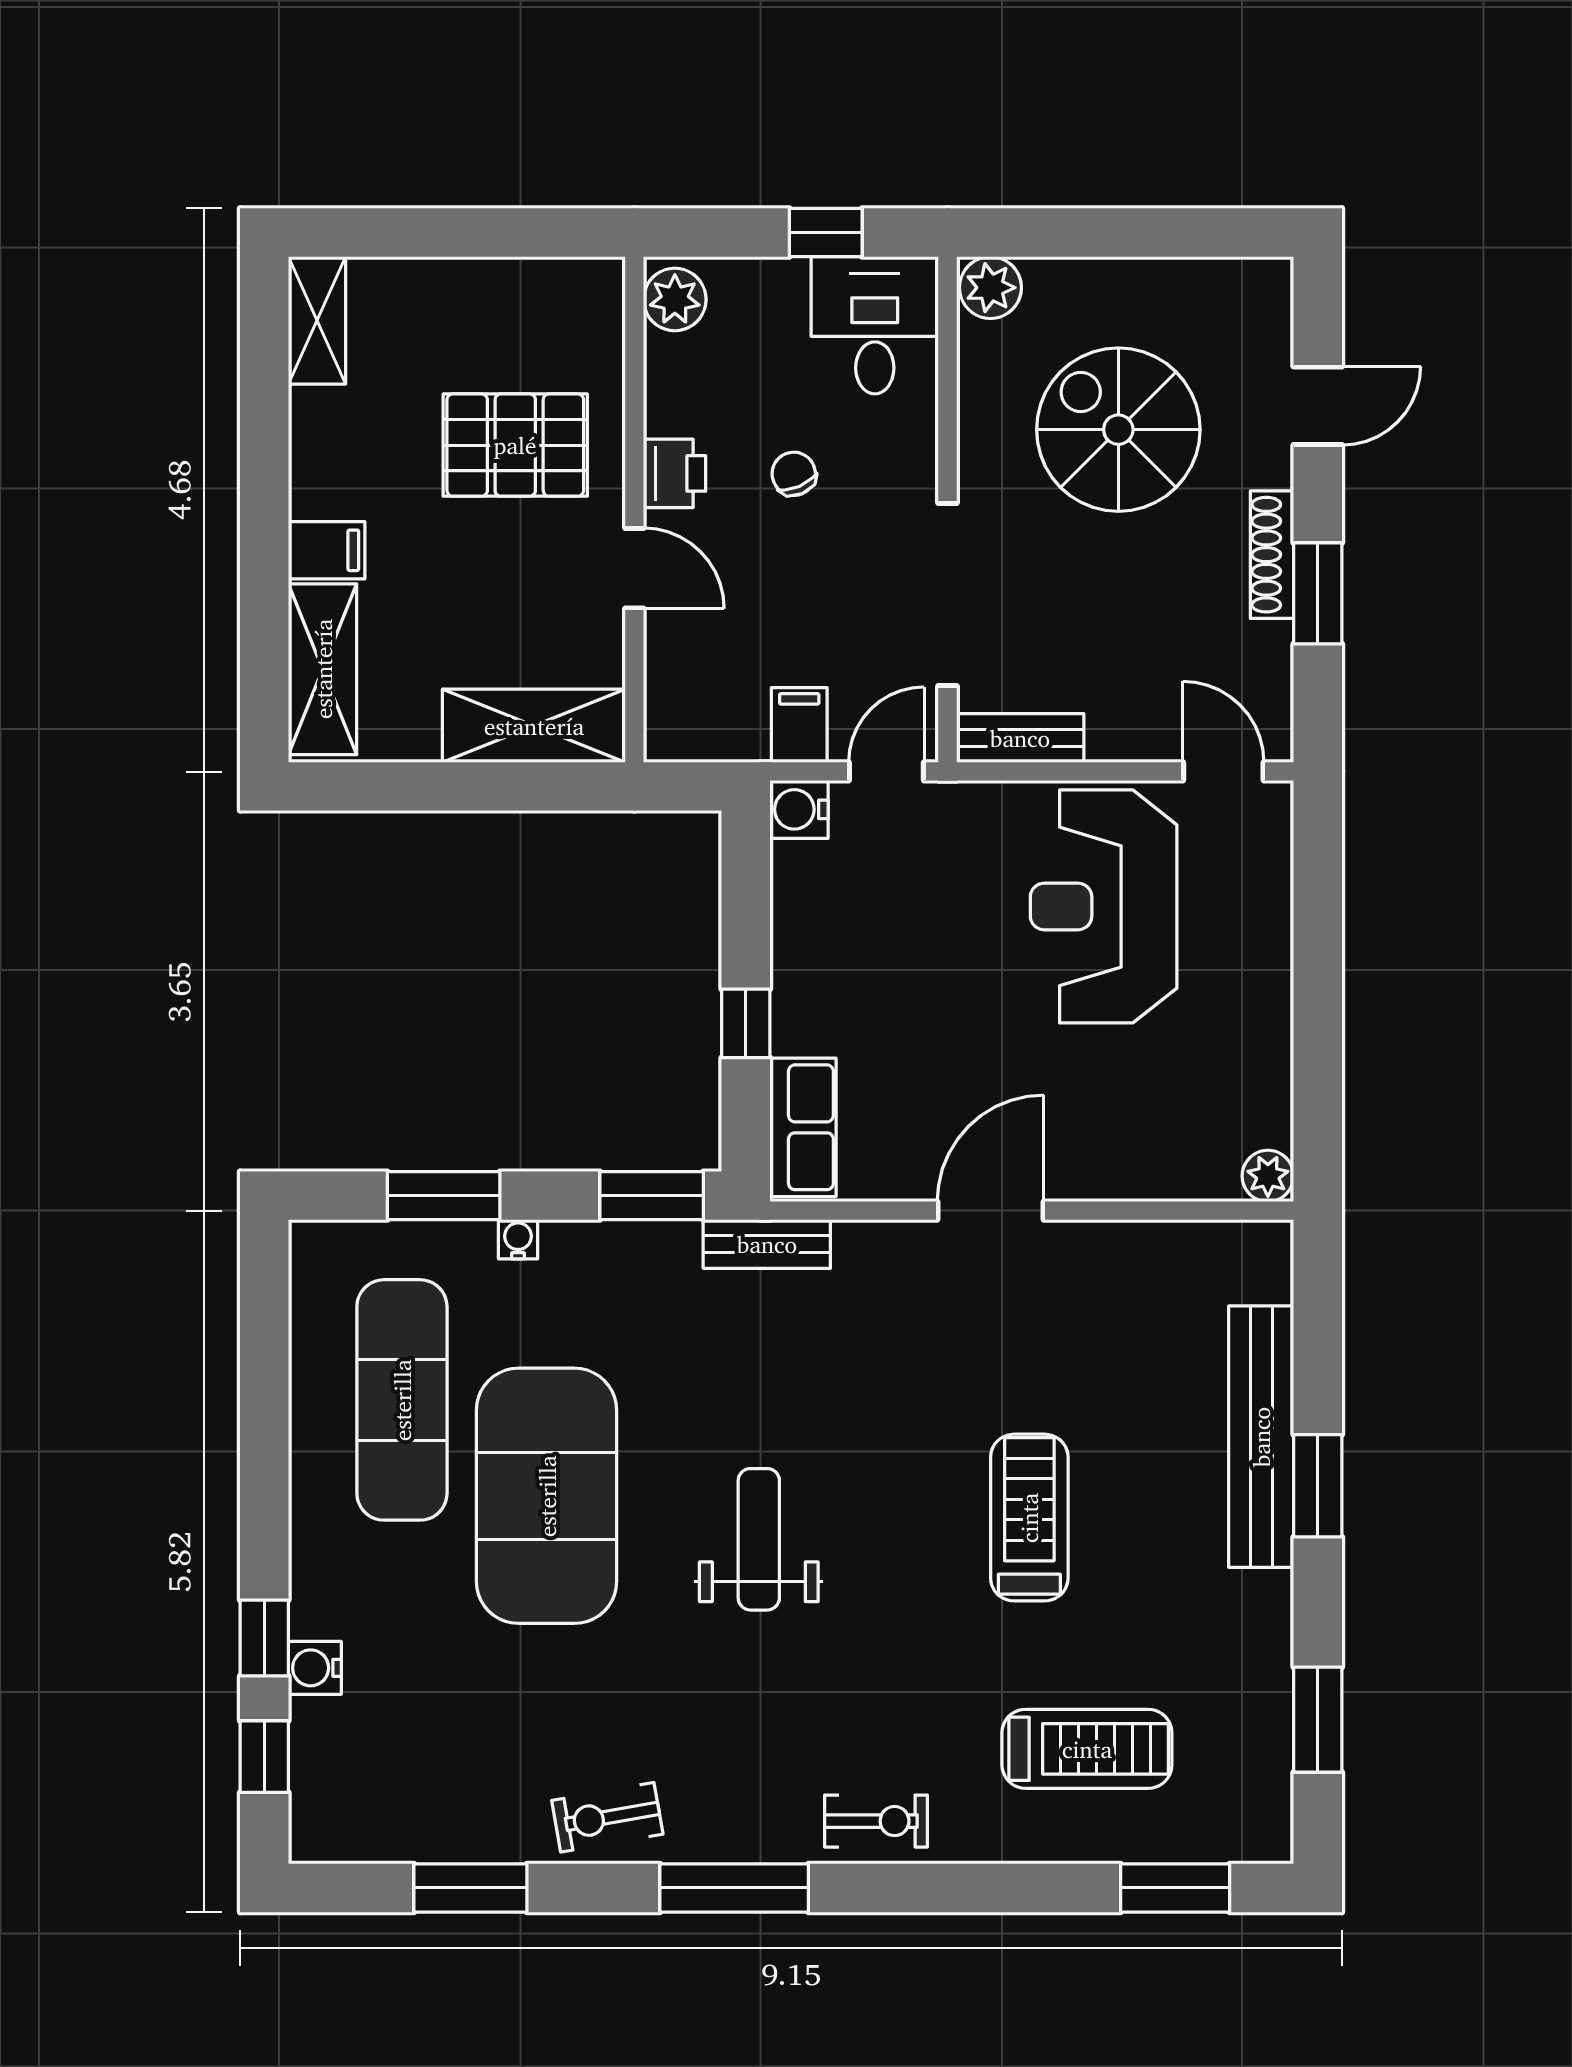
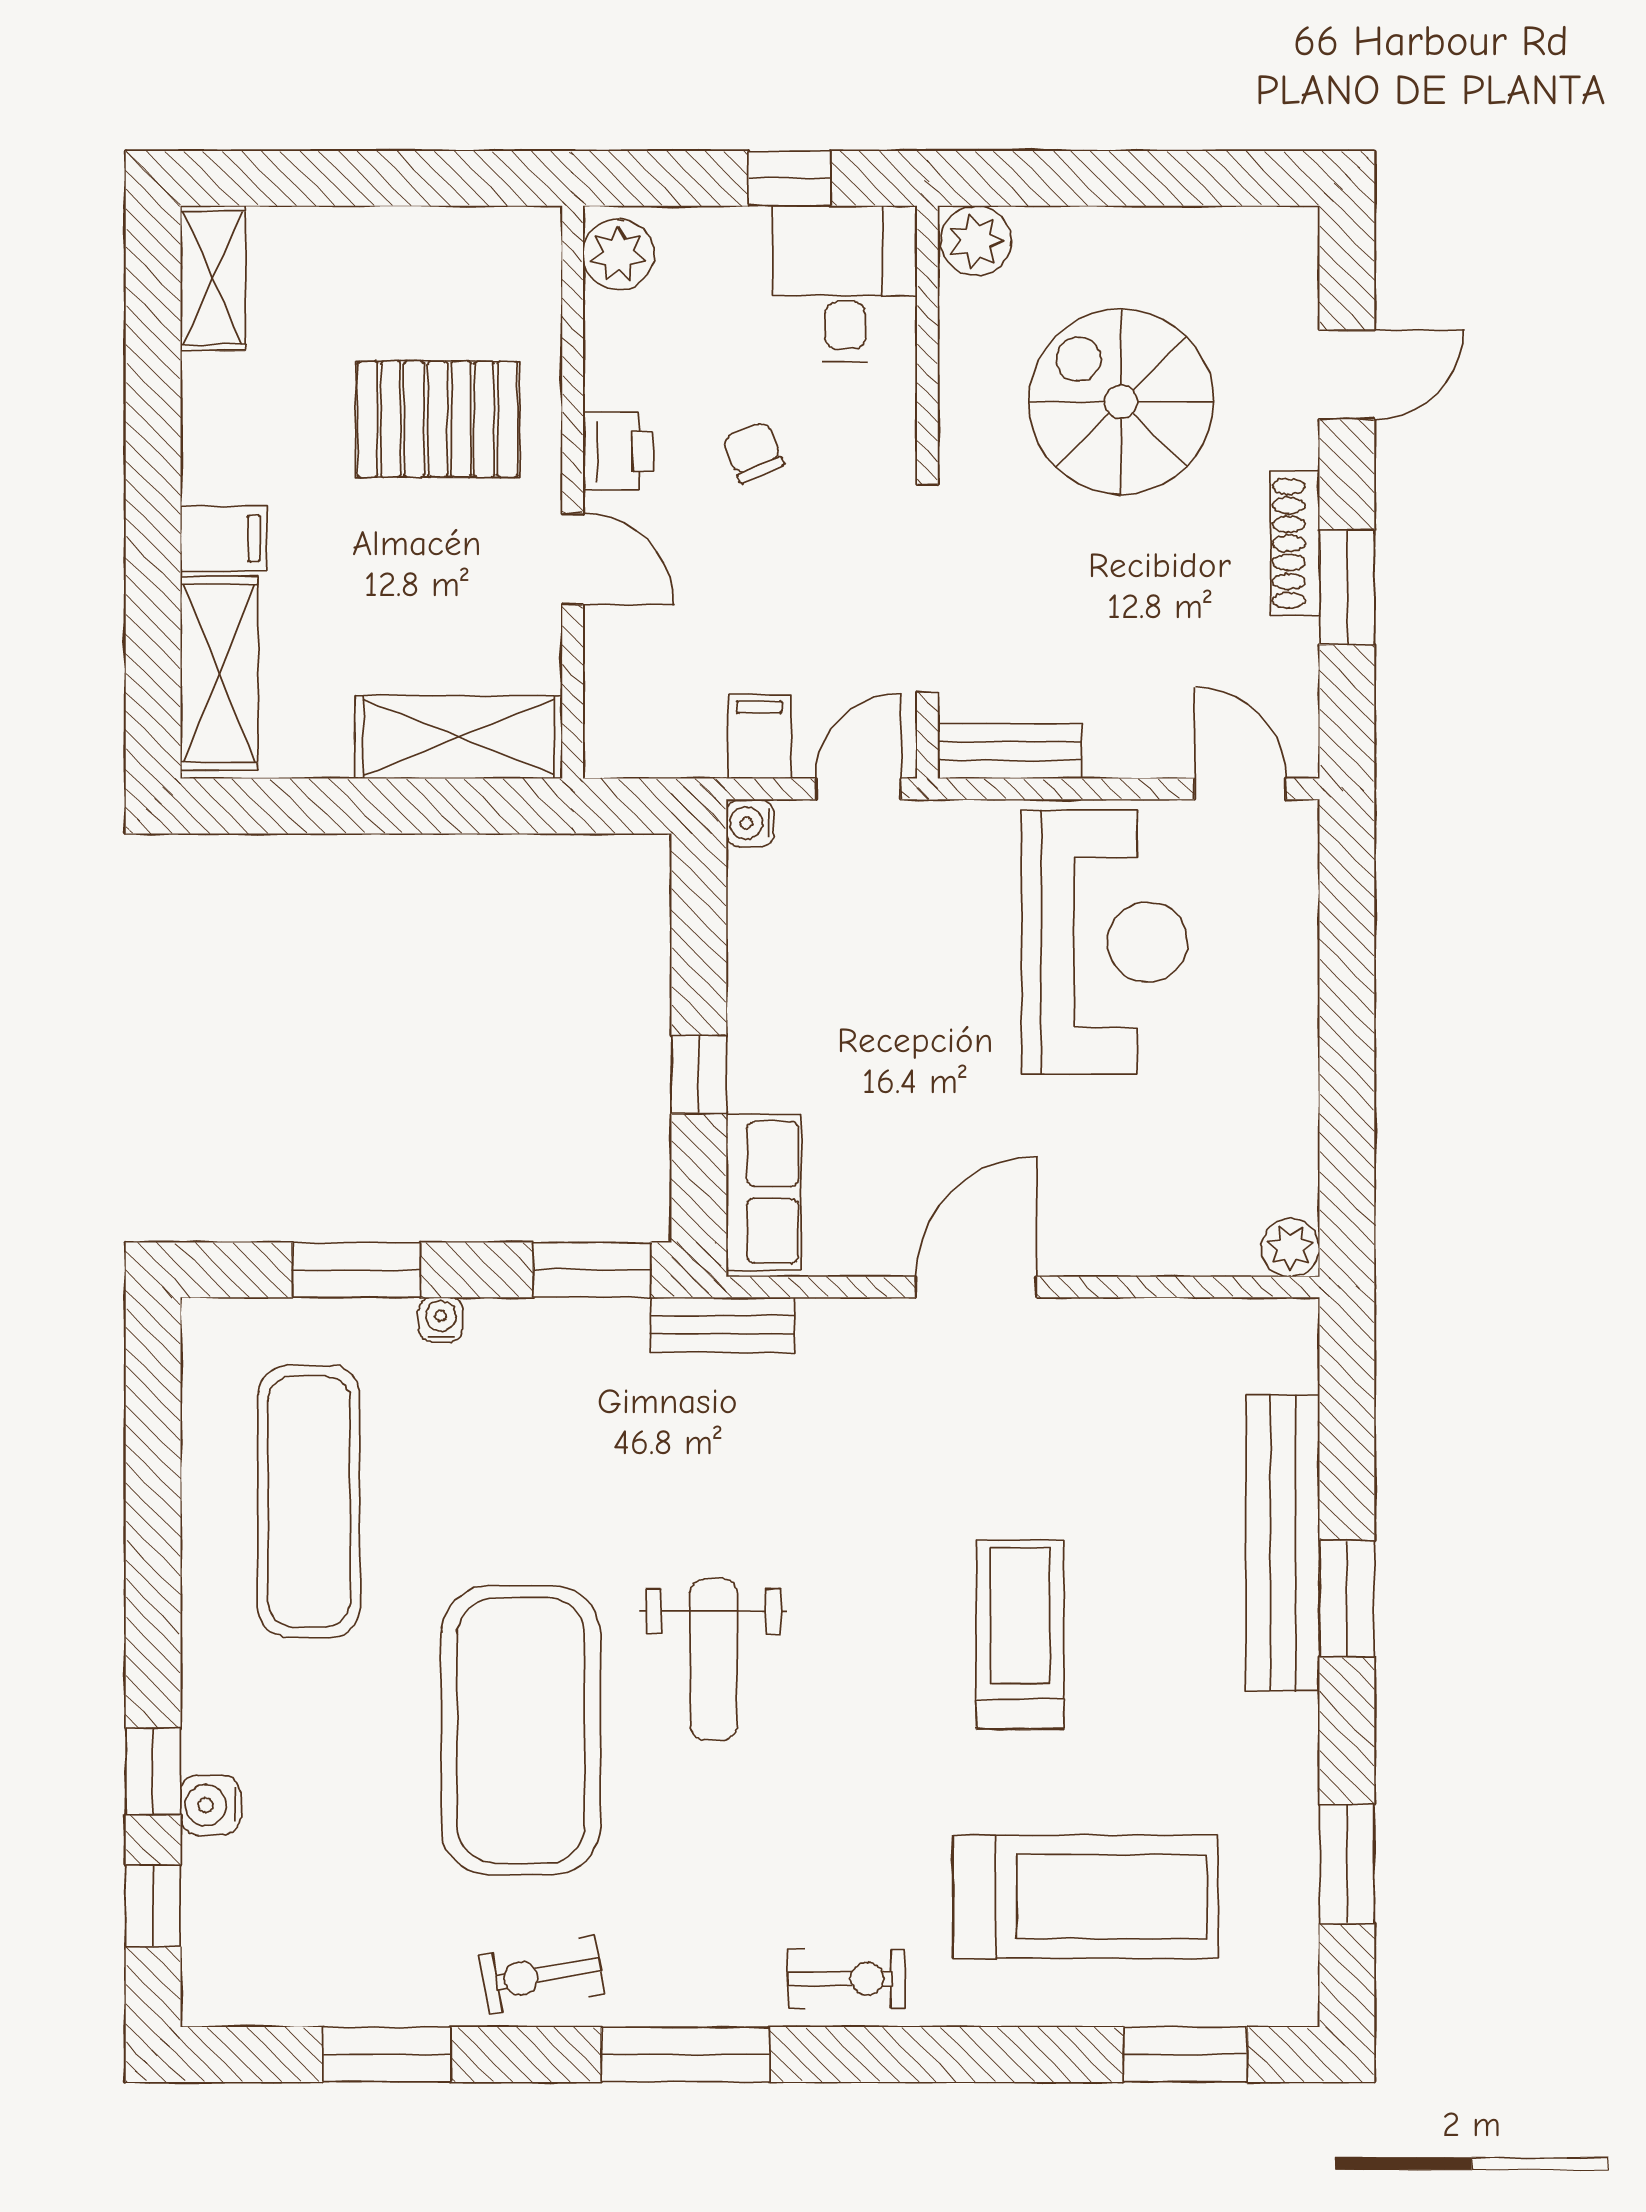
water cooler: (799, 809) -> (750, 823), width x0.72, depth x0.72
reception desk: (1104, 906) -> (1104, 942), turned 180
exercise mat: (547, 1496) -> (521, 1730), moved
weight bench: (759, 1539) -> (714, 1659), turned 180
treadmill: (1087, 1749) -> (1085, 1897), width x1.37, depth x1.38

